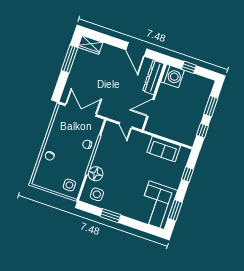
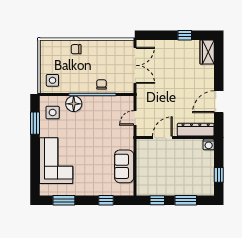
window: (70, 59) -> (185, 35), width x0.46
window: (189, 67) -> (219, 175), moved
washing machine: (172, 76) -> (209, 144), width x0.53, depth x0.53
door: (150, 108) -> (162, 138), hinge flipped
corner sofa: (157, 205) -> (56, 161), moved, turned 90
window: (110, 216) -> (35, 123), moved

